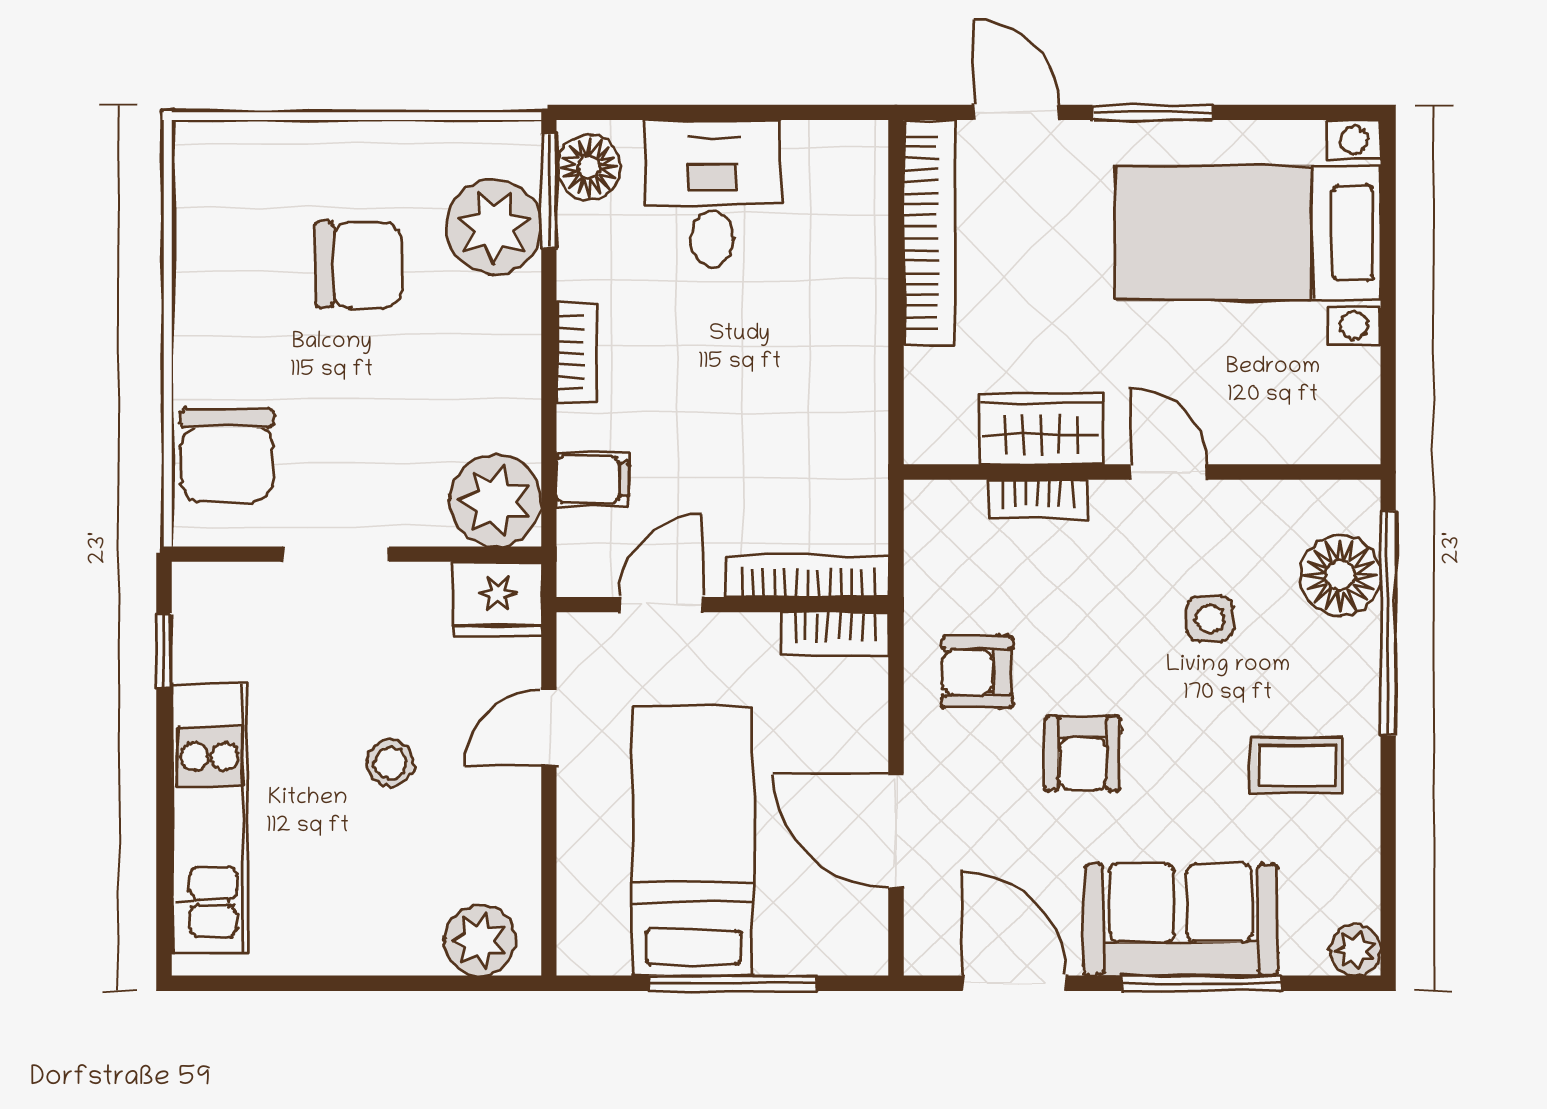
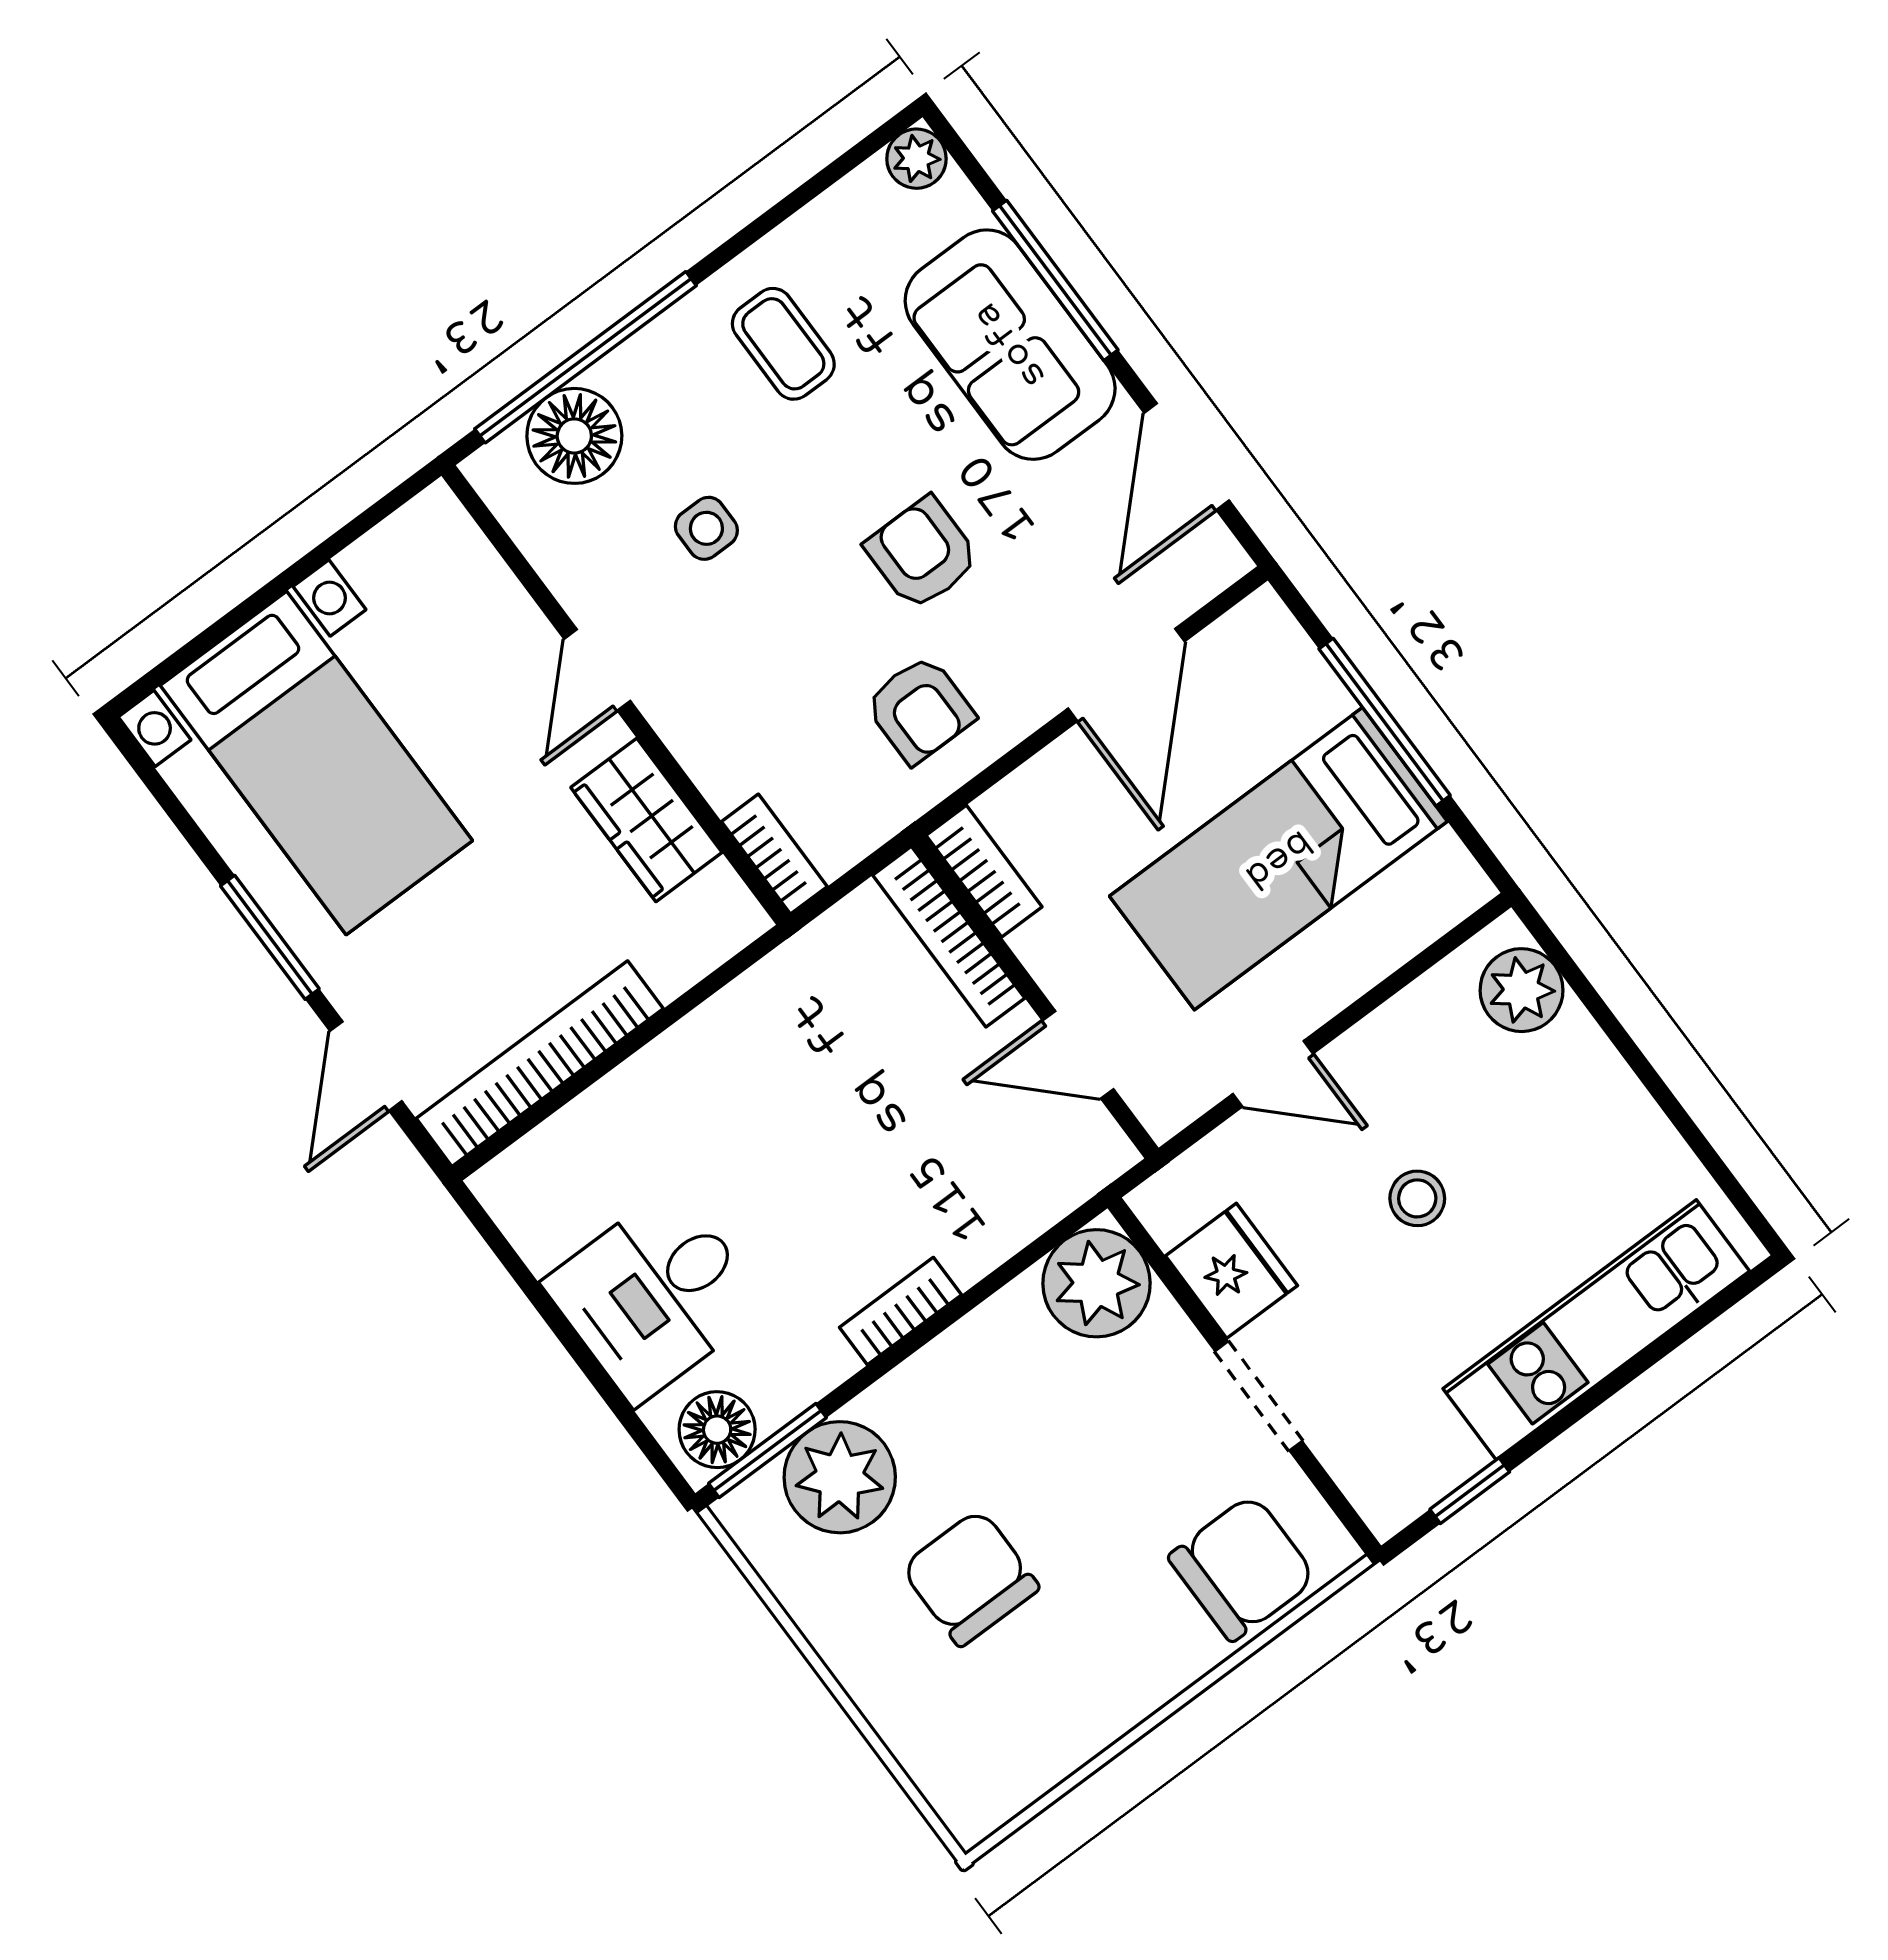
filing cabinet: (593, 479) -> (1008, 1207), removed
bookcase: (1038, 499) -> (774, 854), moved
fridge: (498, 599) -> (1231, 1271), moved
armchair: (1083, 753) -> (922, 553), turned -90

